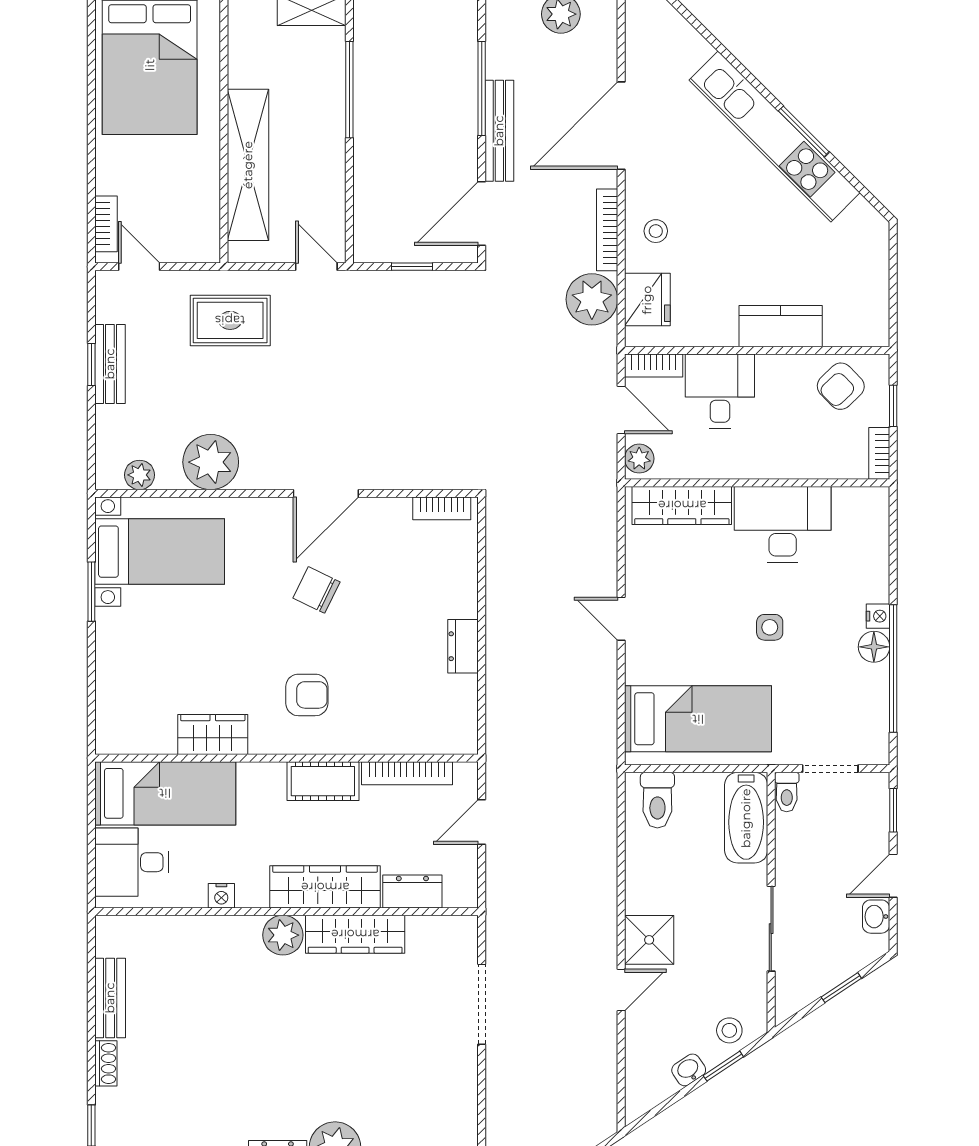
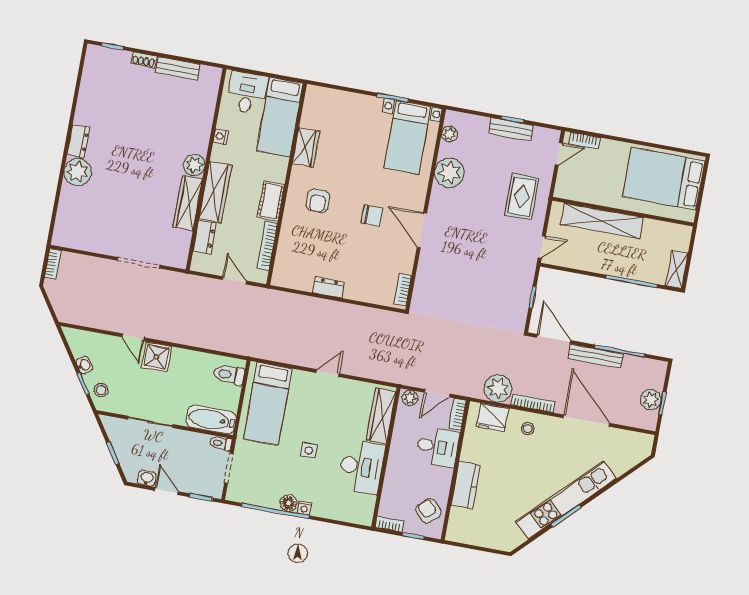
chair: (316, 590) -> (372, 216), turned 64

